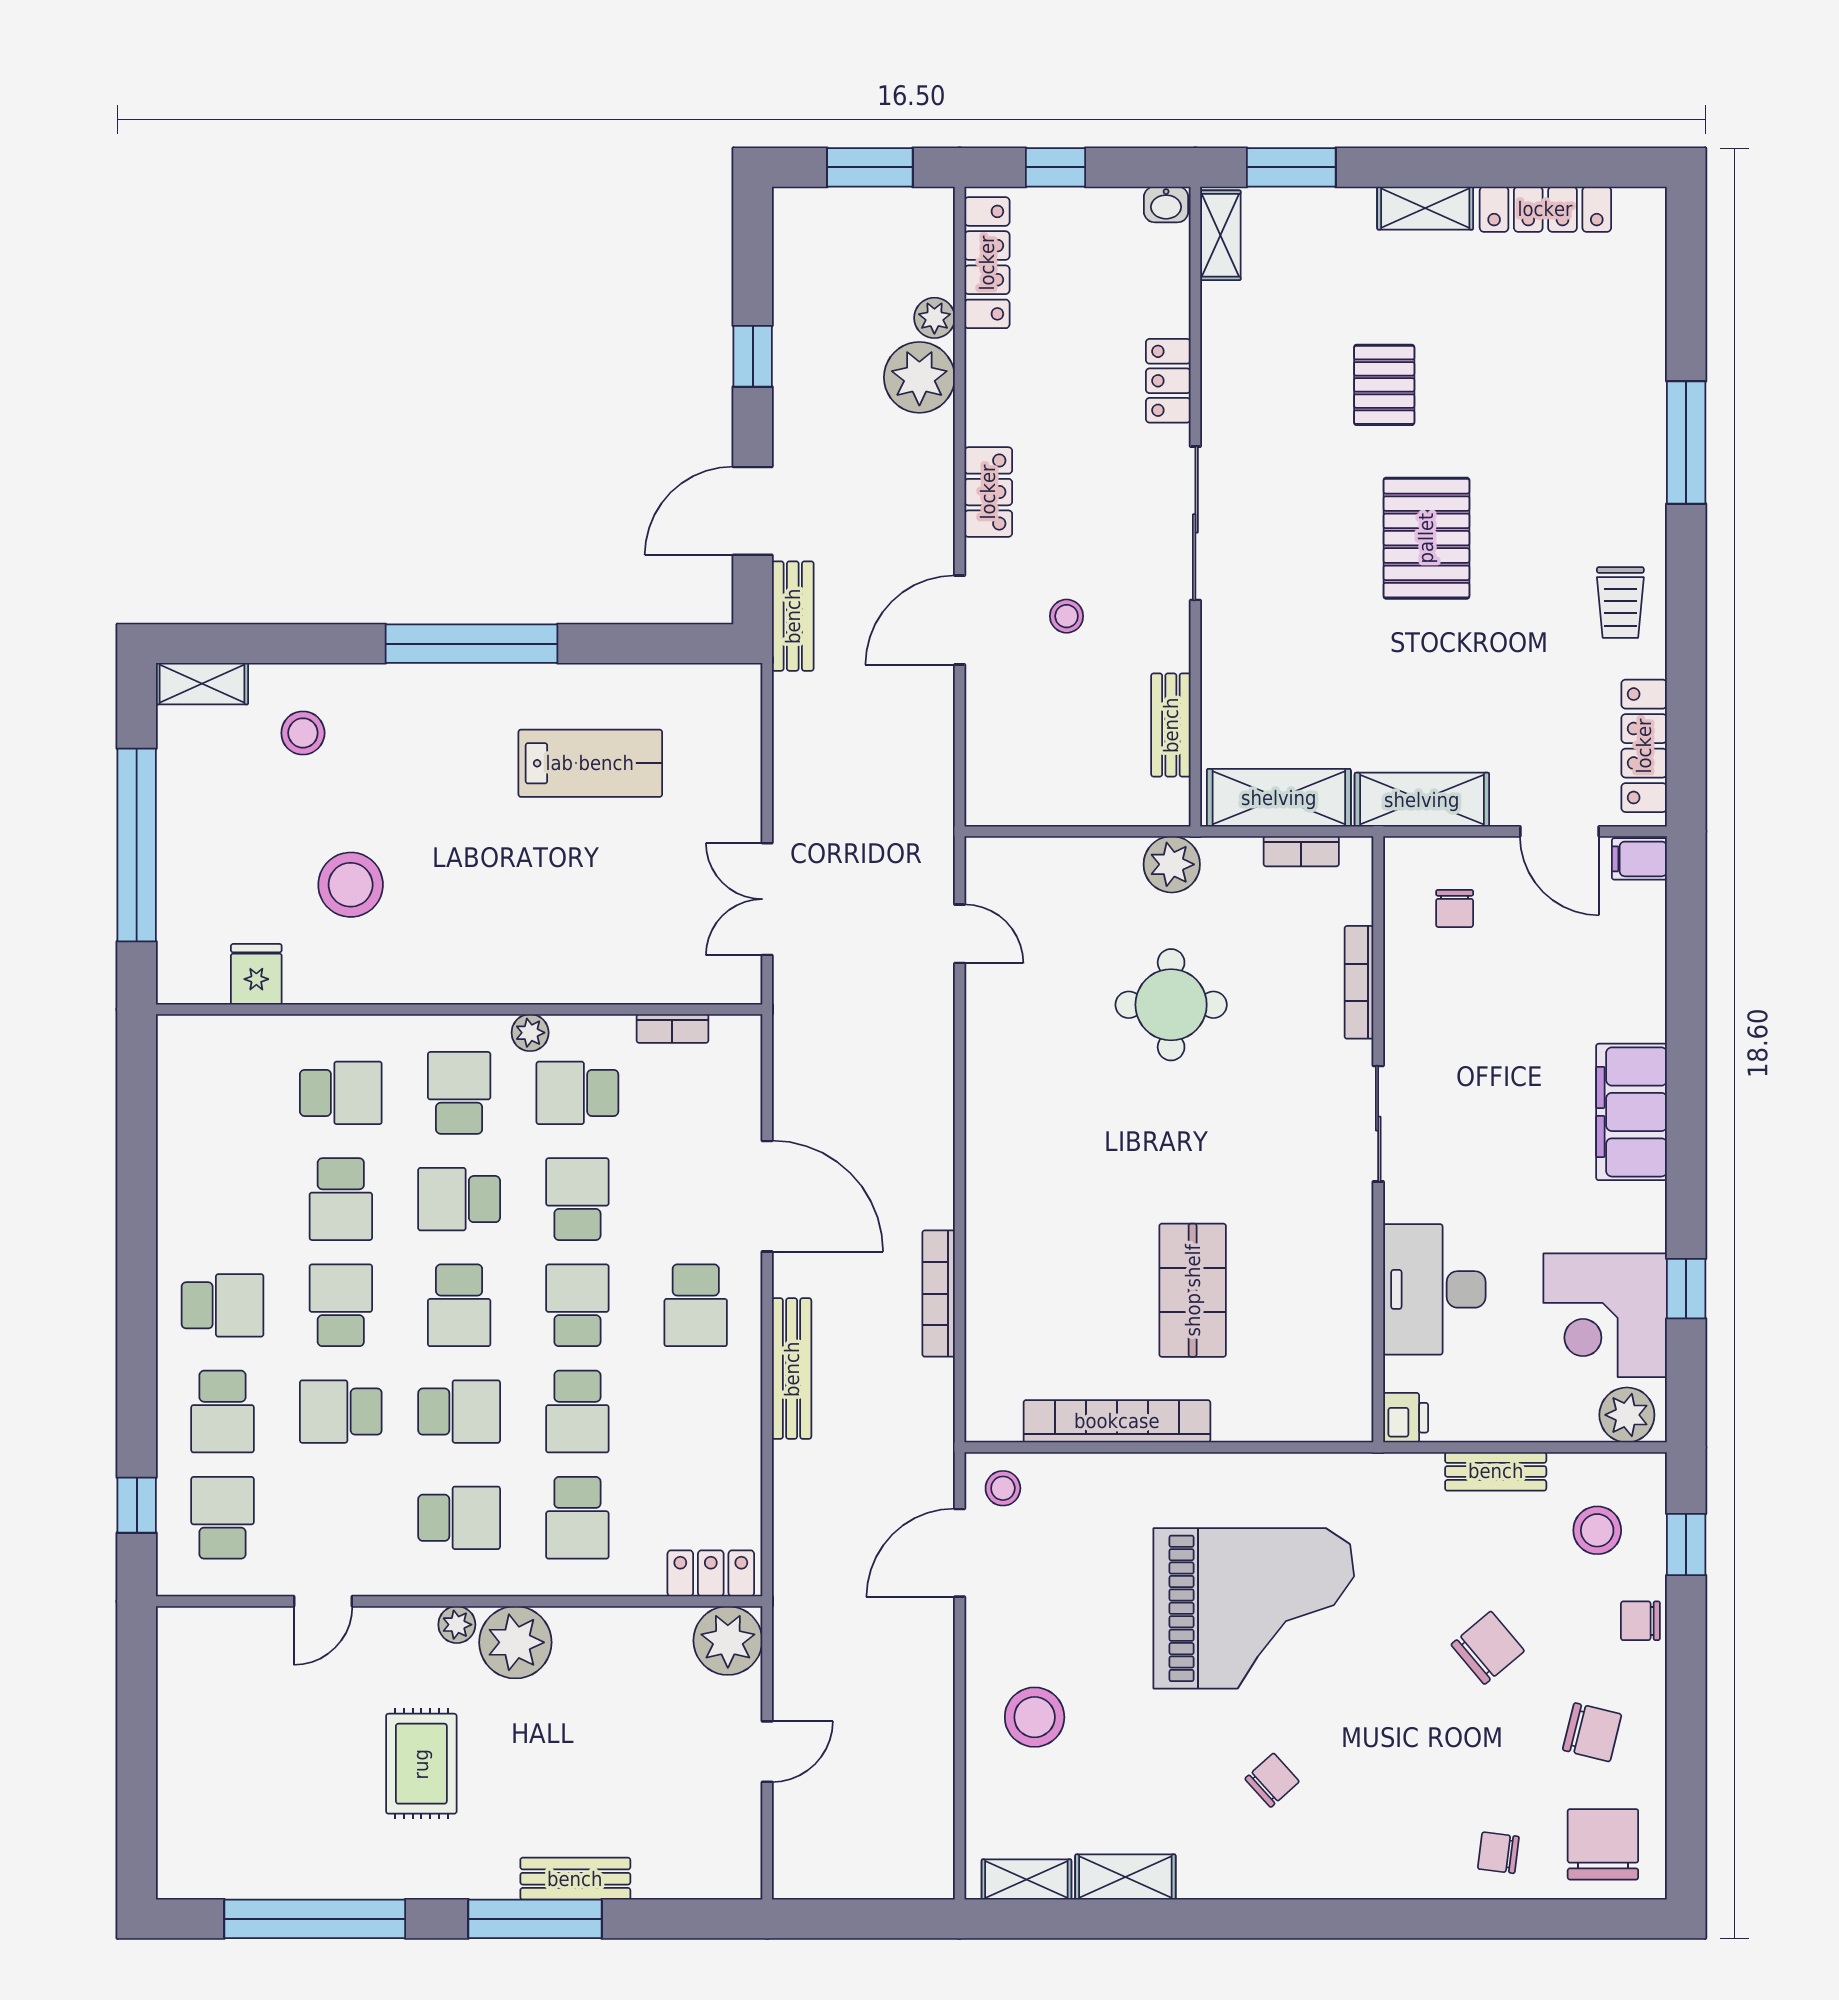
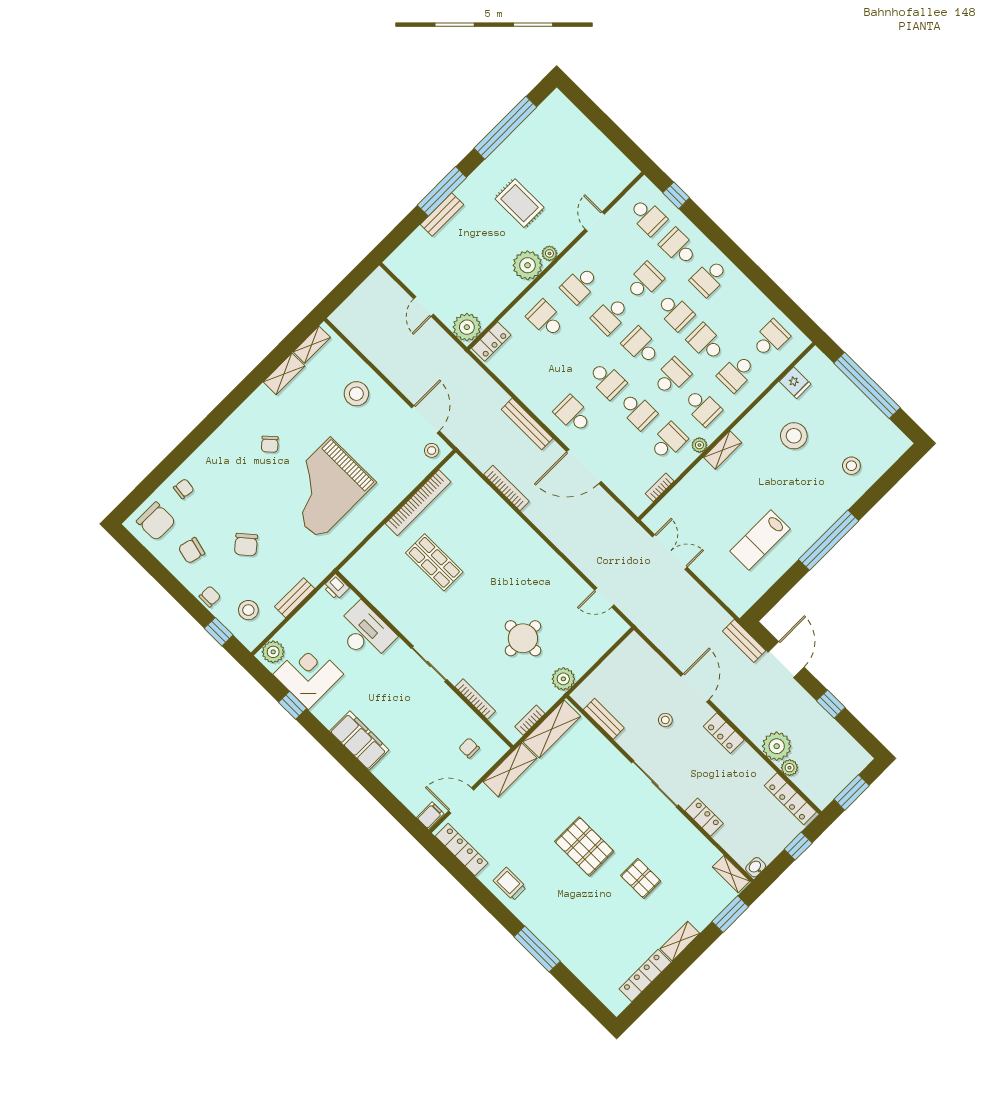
shelving: (202, 684) -> (723, 450), moved
school desk: (577, 1412) -> (771, 339), moved, turned 90

